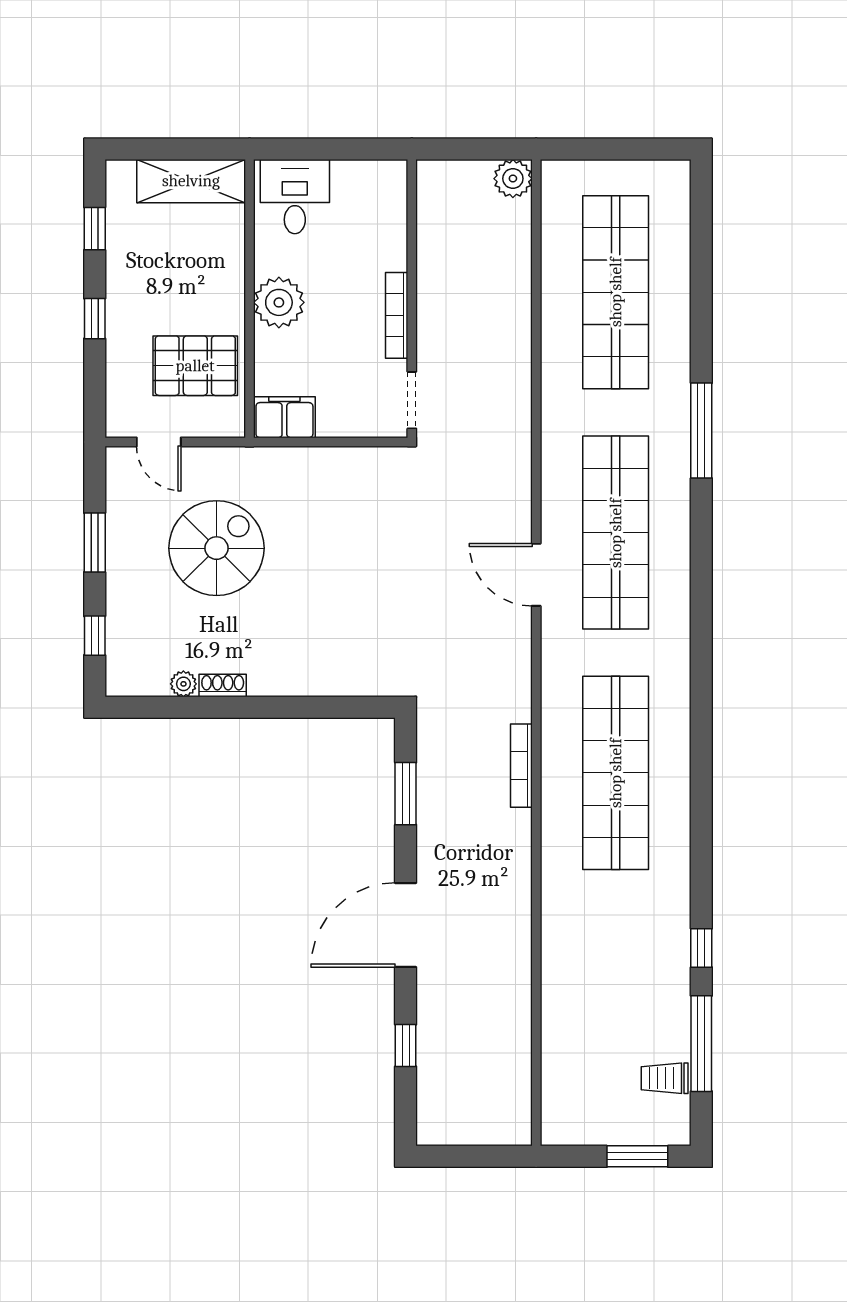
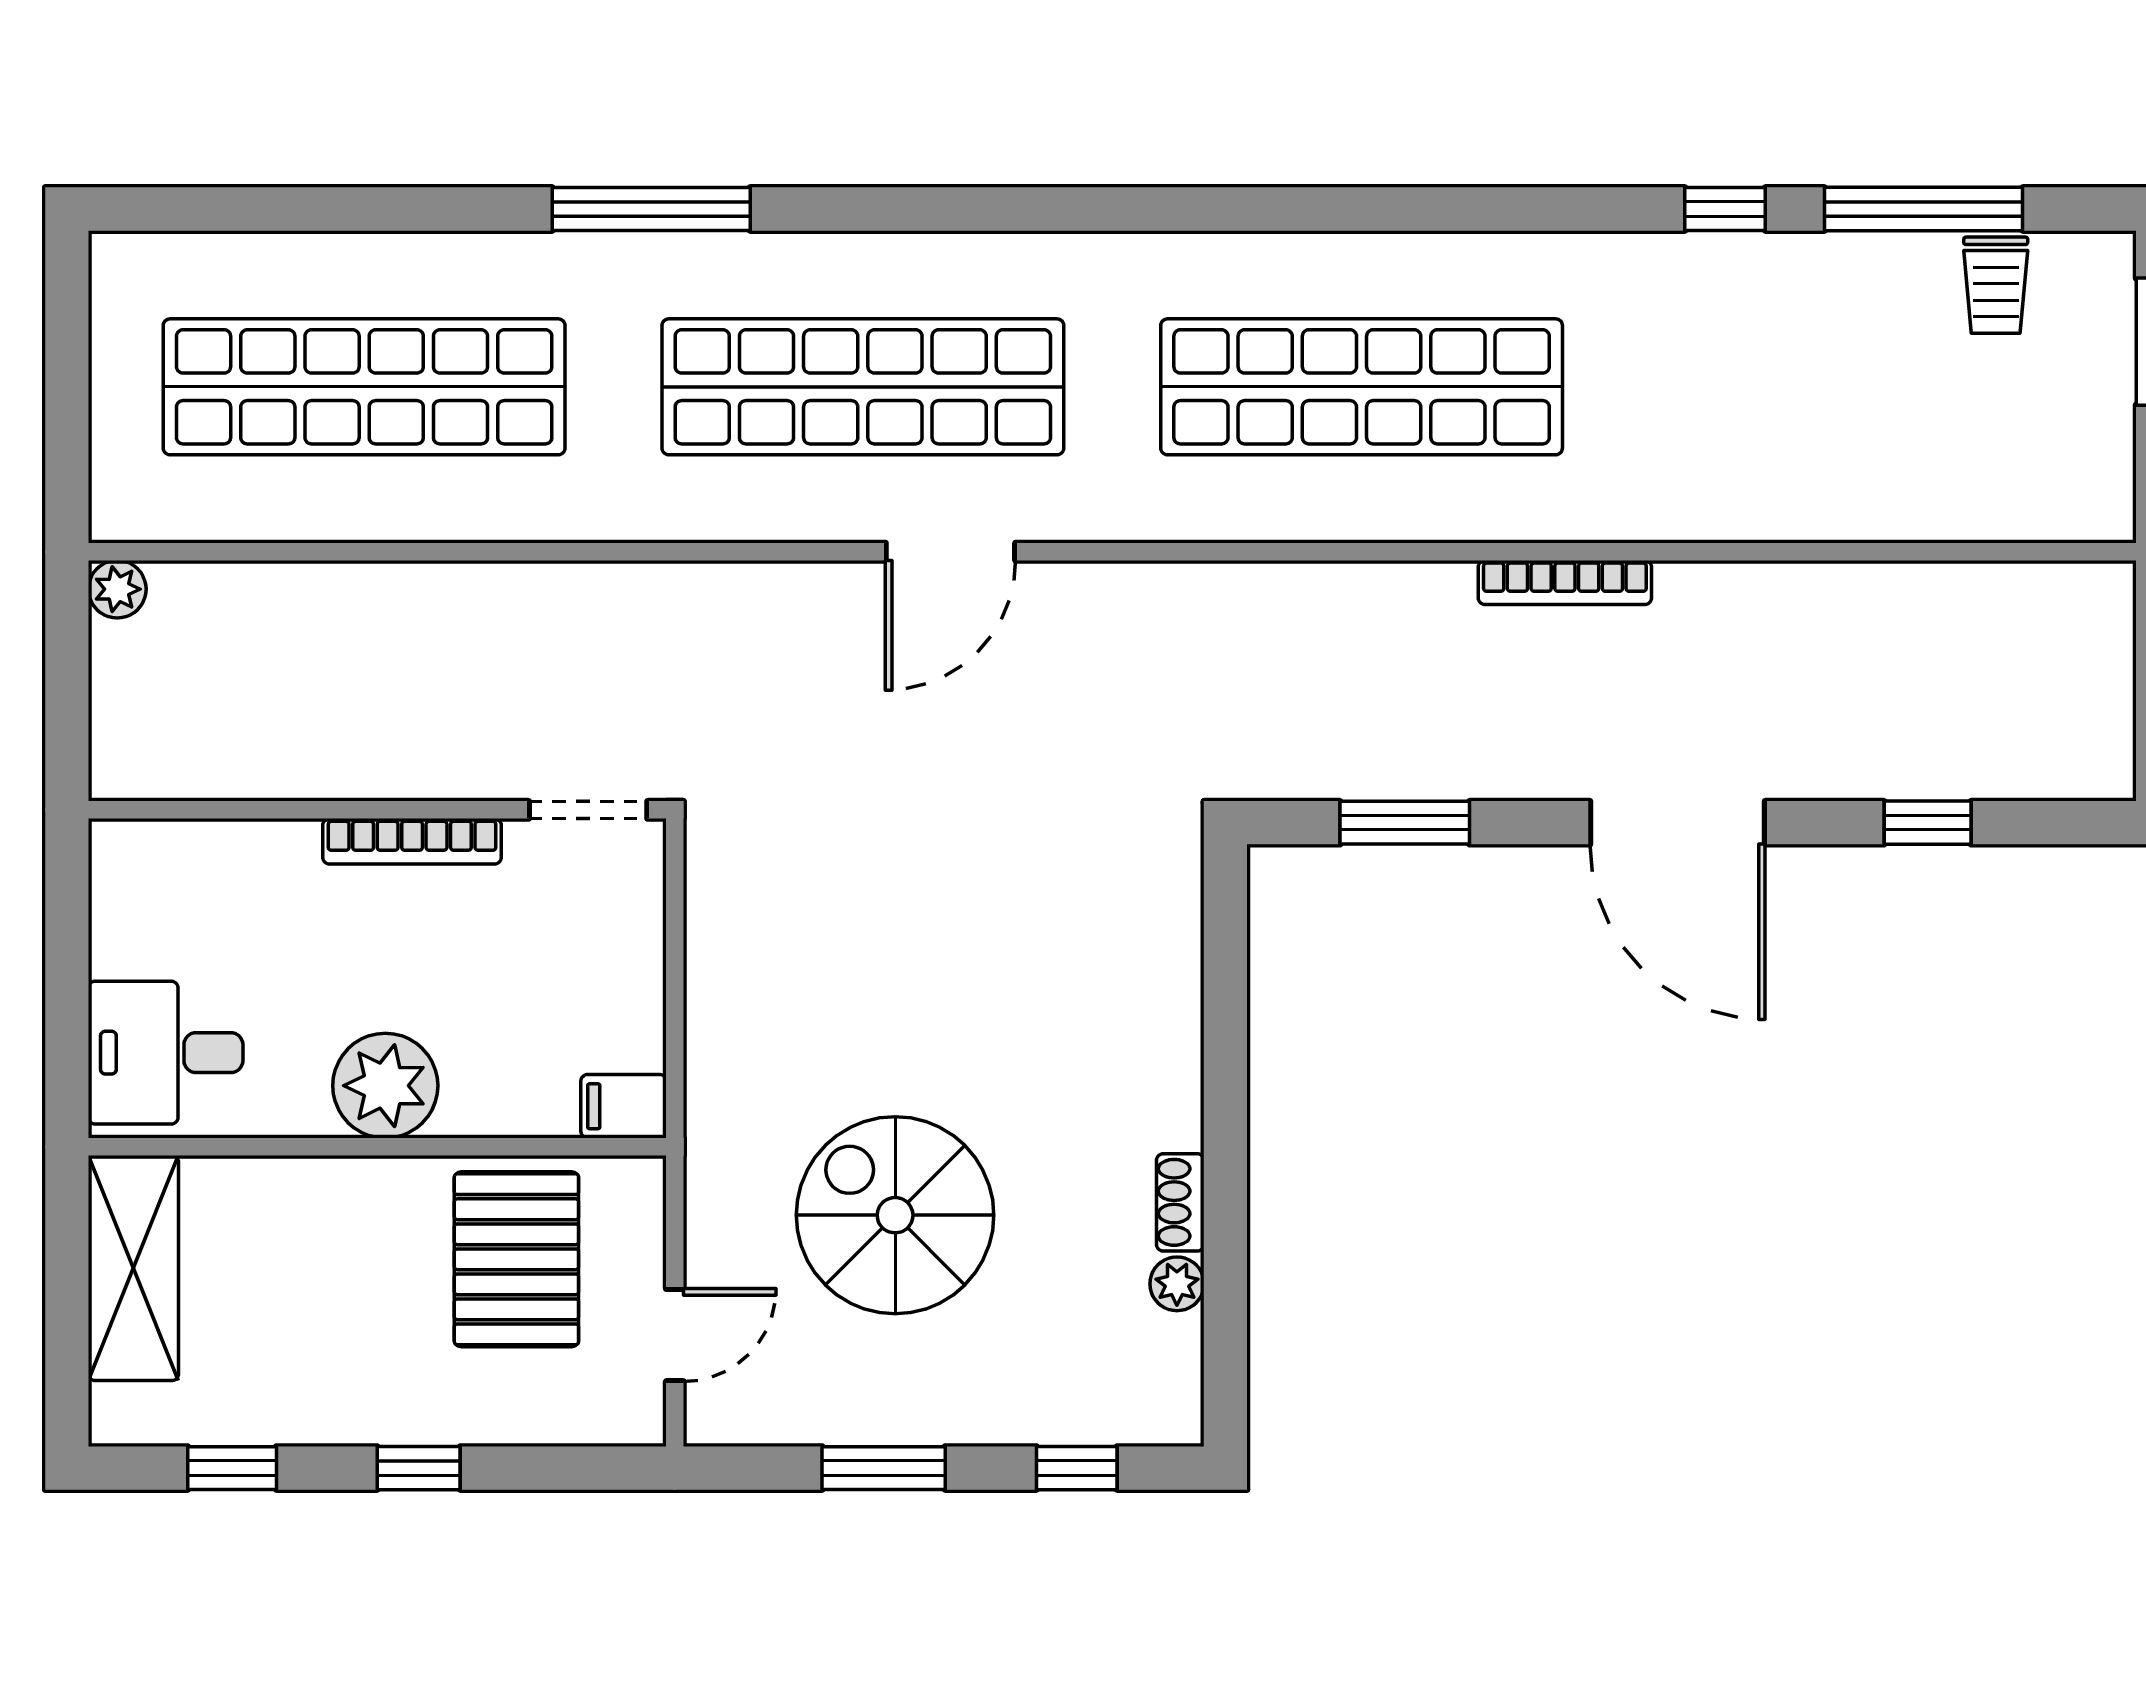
plant: (513, 179) -> (117, 589), width x0.73, depth x0.73
filing cabinet: (284, 417) -> (624, 1106), width x0.50
bookcase: (521, 766) -> (1565, 582), moved

